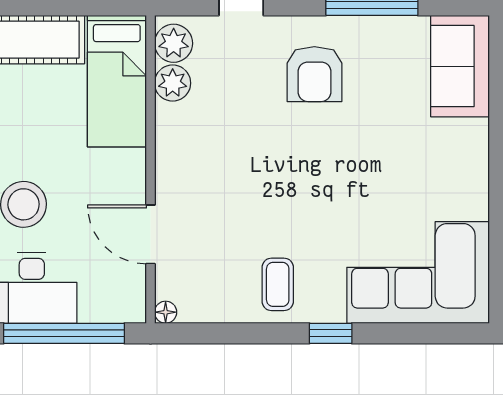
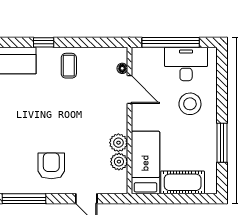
plant: (174, 43) -> (118, 143), moved
floor lamp: (166, 312) -> (122, 68), moved

